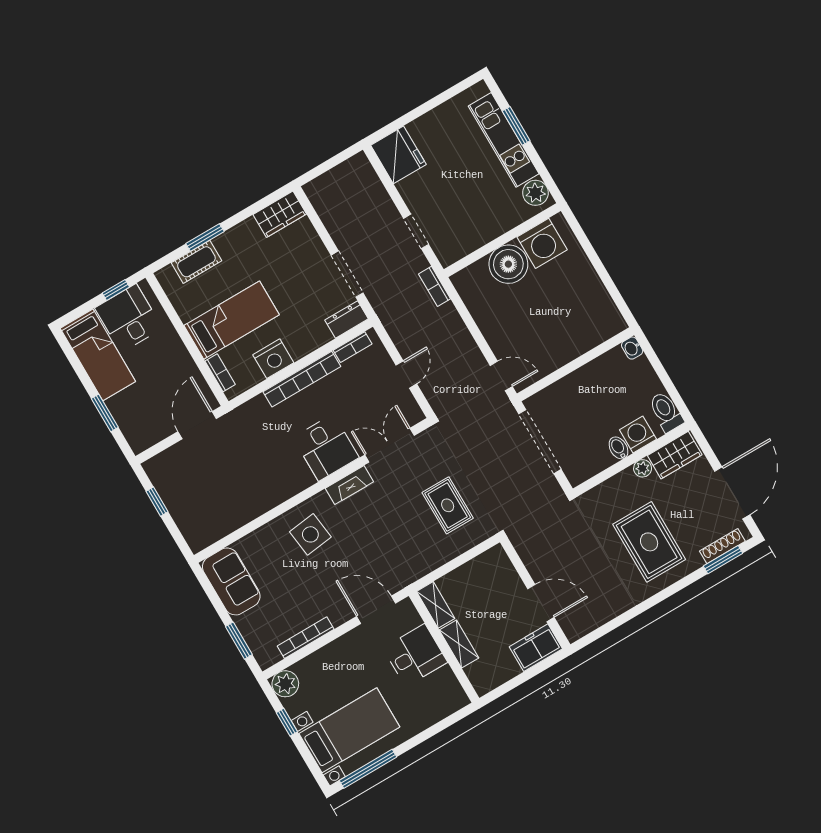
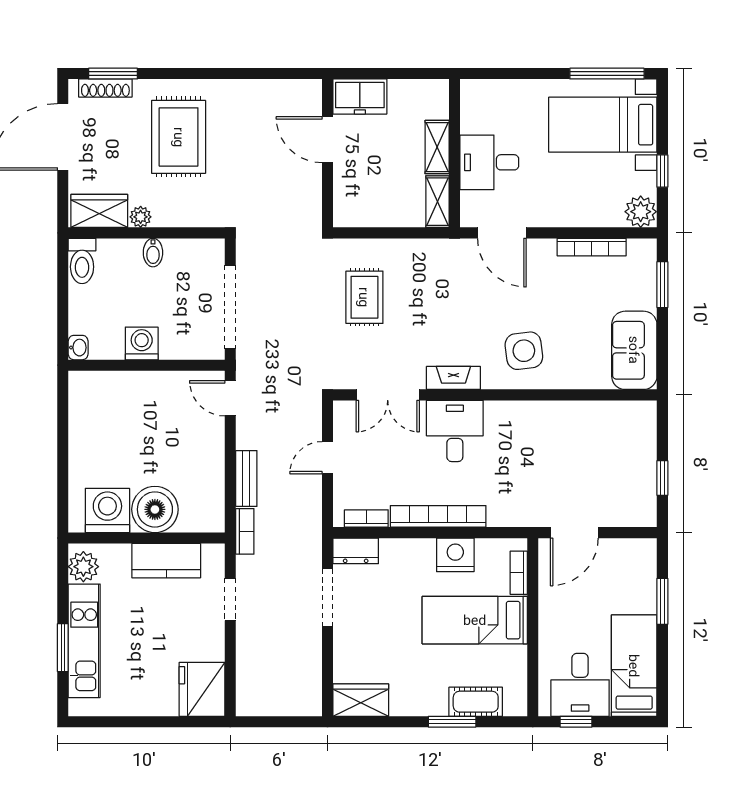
kitchen counter: (479, 232) -> (166, 561), added
bench: (456, 325) -> (246, 479), added
washing machine: (638, 435) -> (142, 343), moved, turned 180

